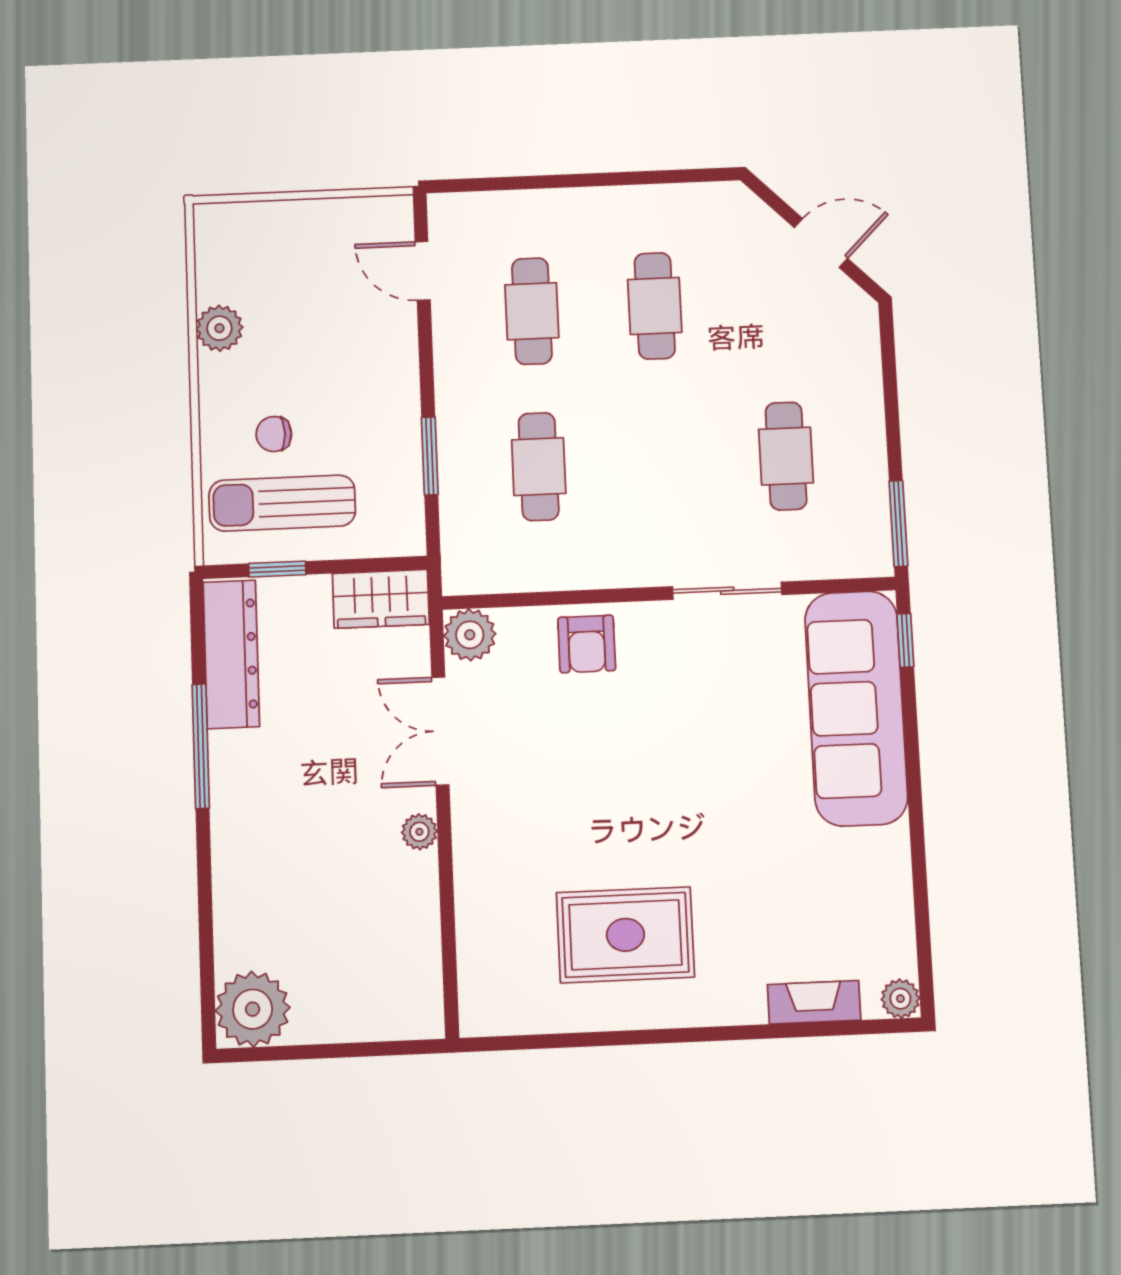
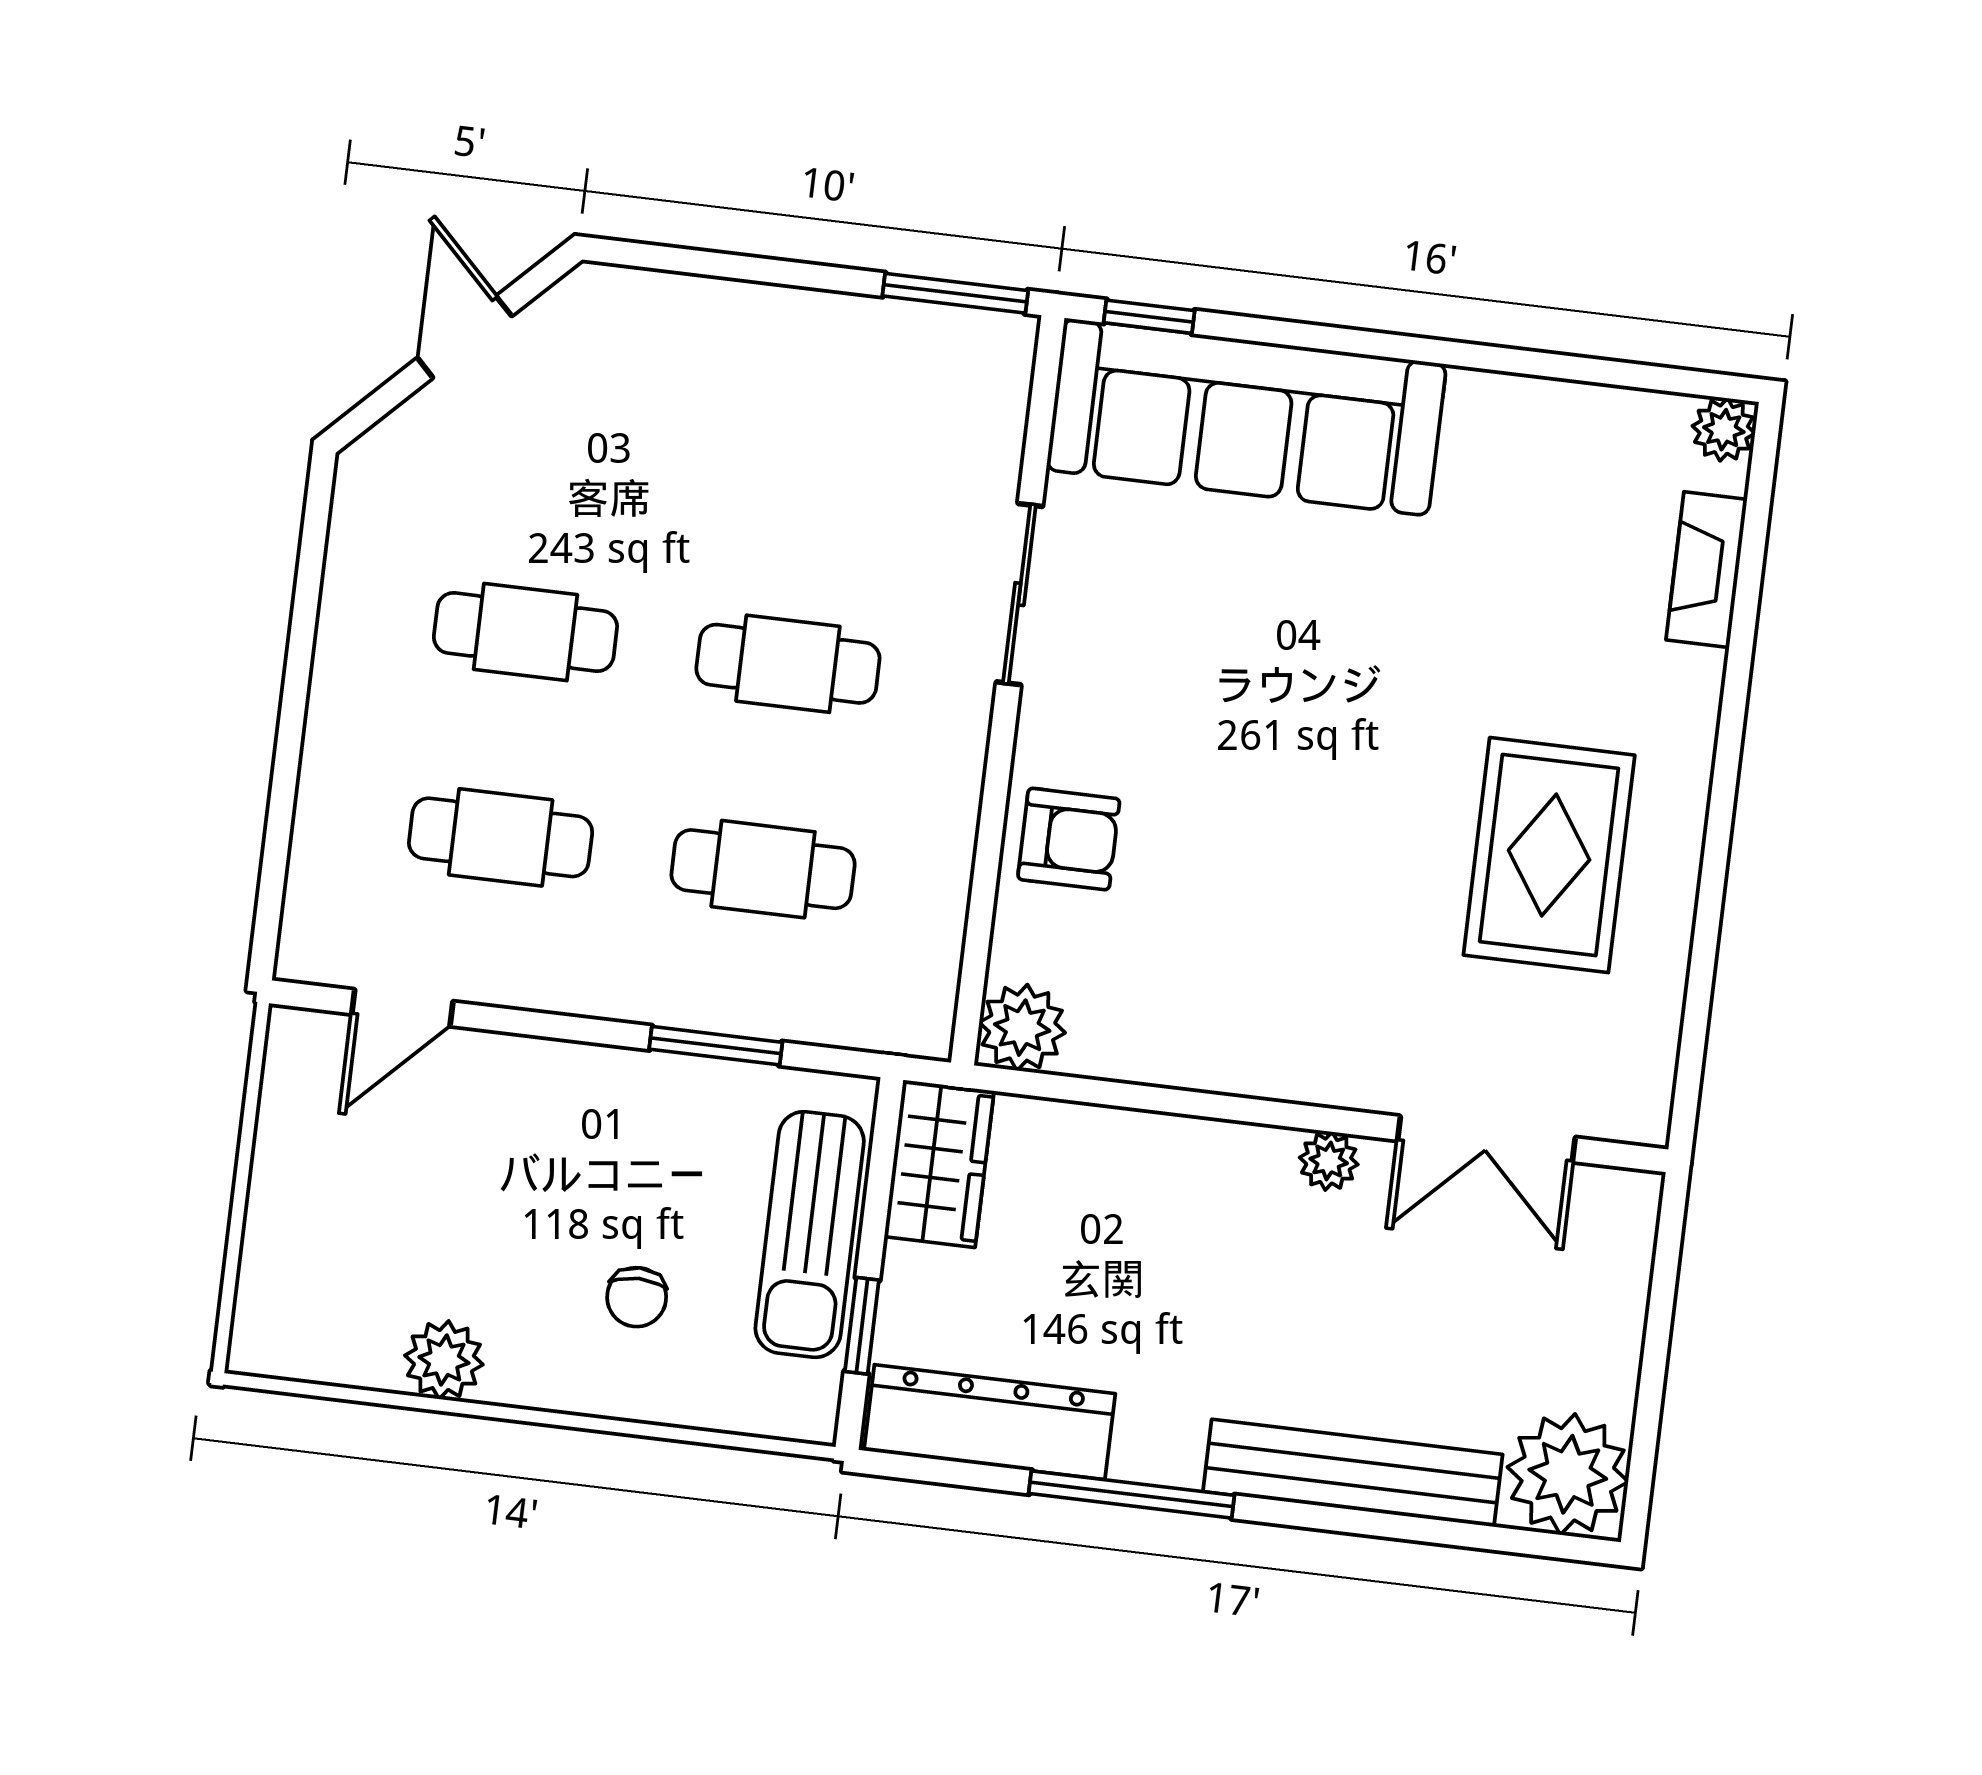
cafe table: (786, 456) -> (788, 664), moved
sun lounger: (282, 503) -> (810, 1235), moved
double door: (440, 731) -> (1486, 1139), moved
bench: (234, 878) -> (1353, 1473), added

